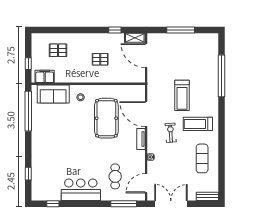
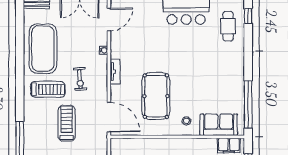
door: (146, 114) -> (109, 117), moved
exercise mat: (202, 158) -> (43, 49), width x2.00, depth x1.45
window: (28, 174) -> (248, 16), moved
cafe table: (115, 176) -> (228, 26), moved

